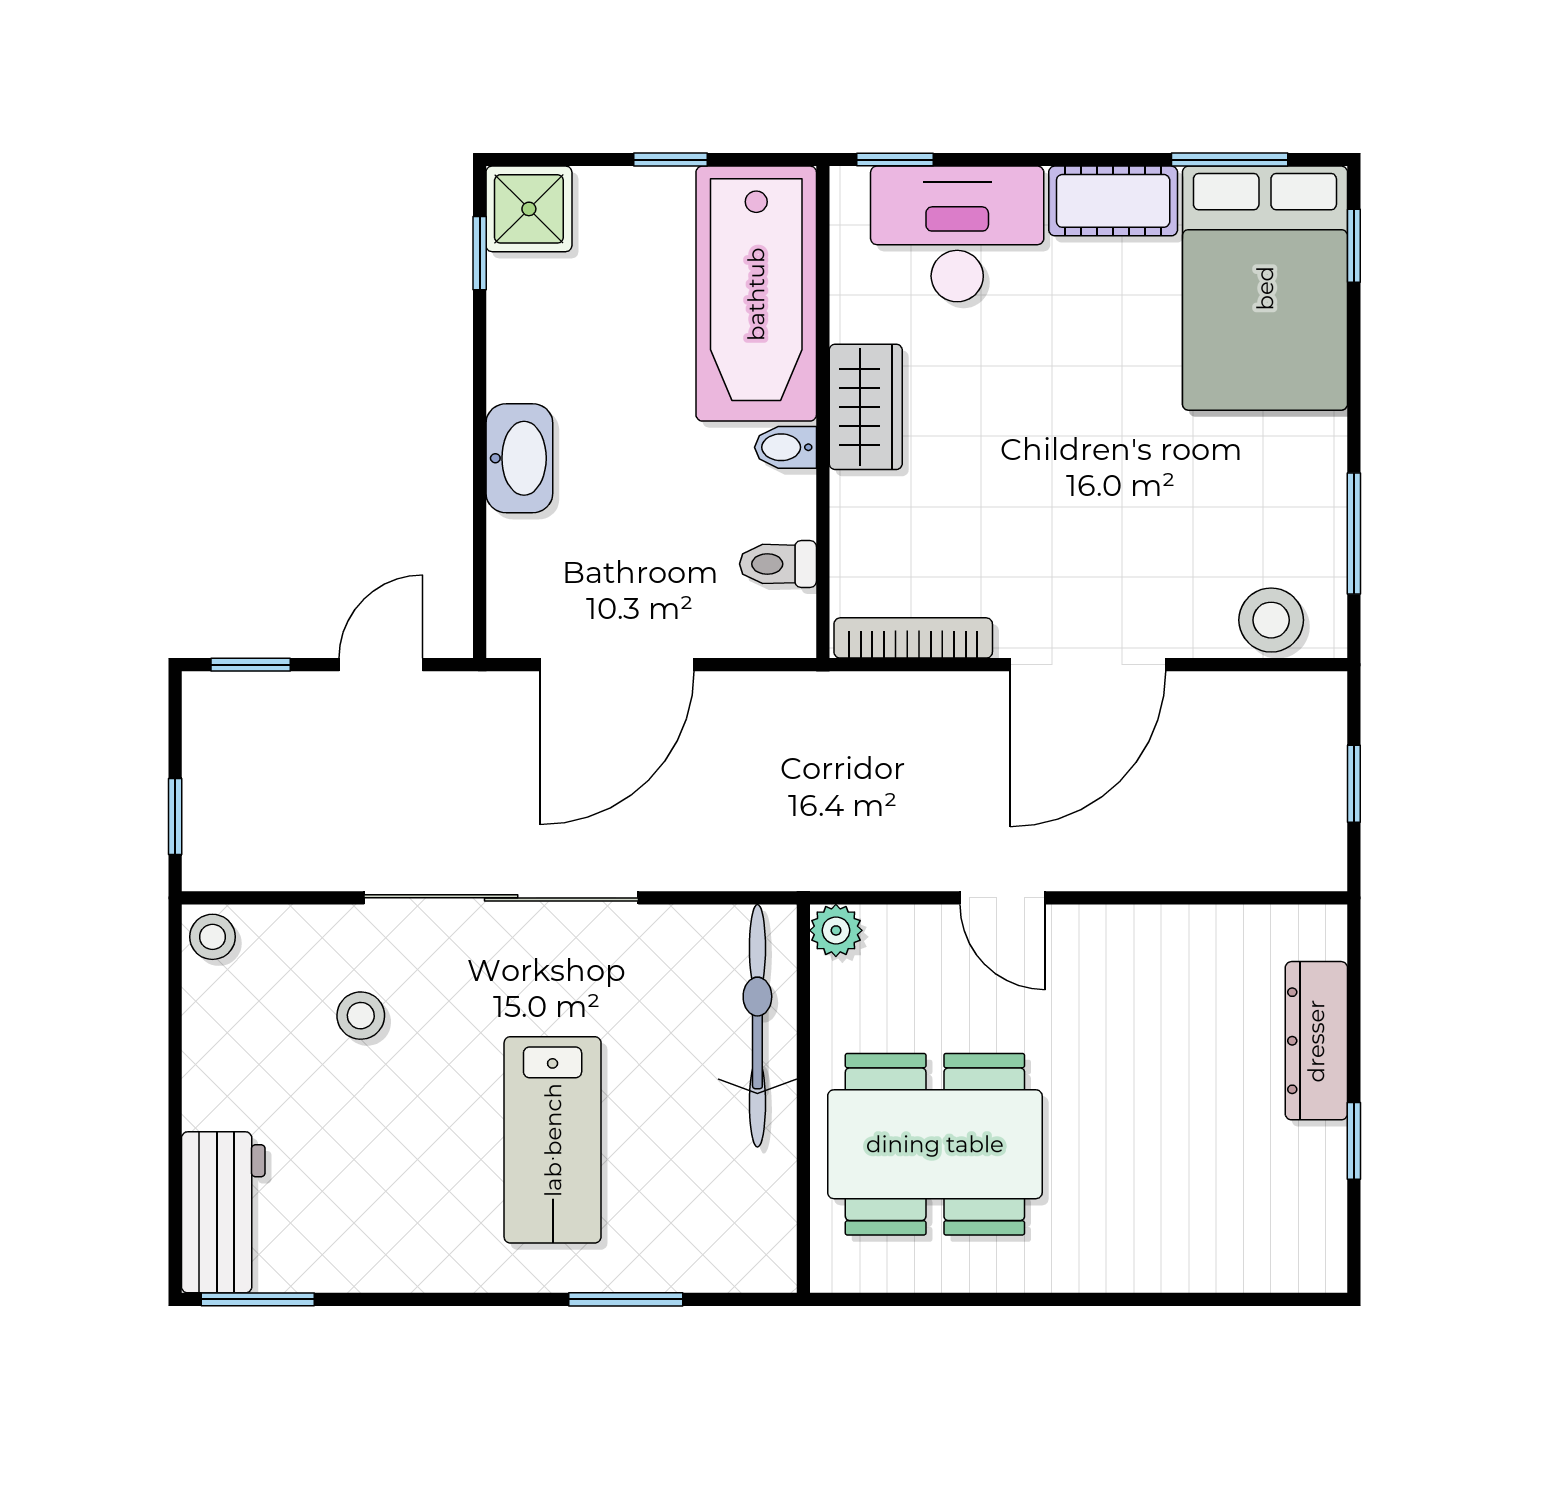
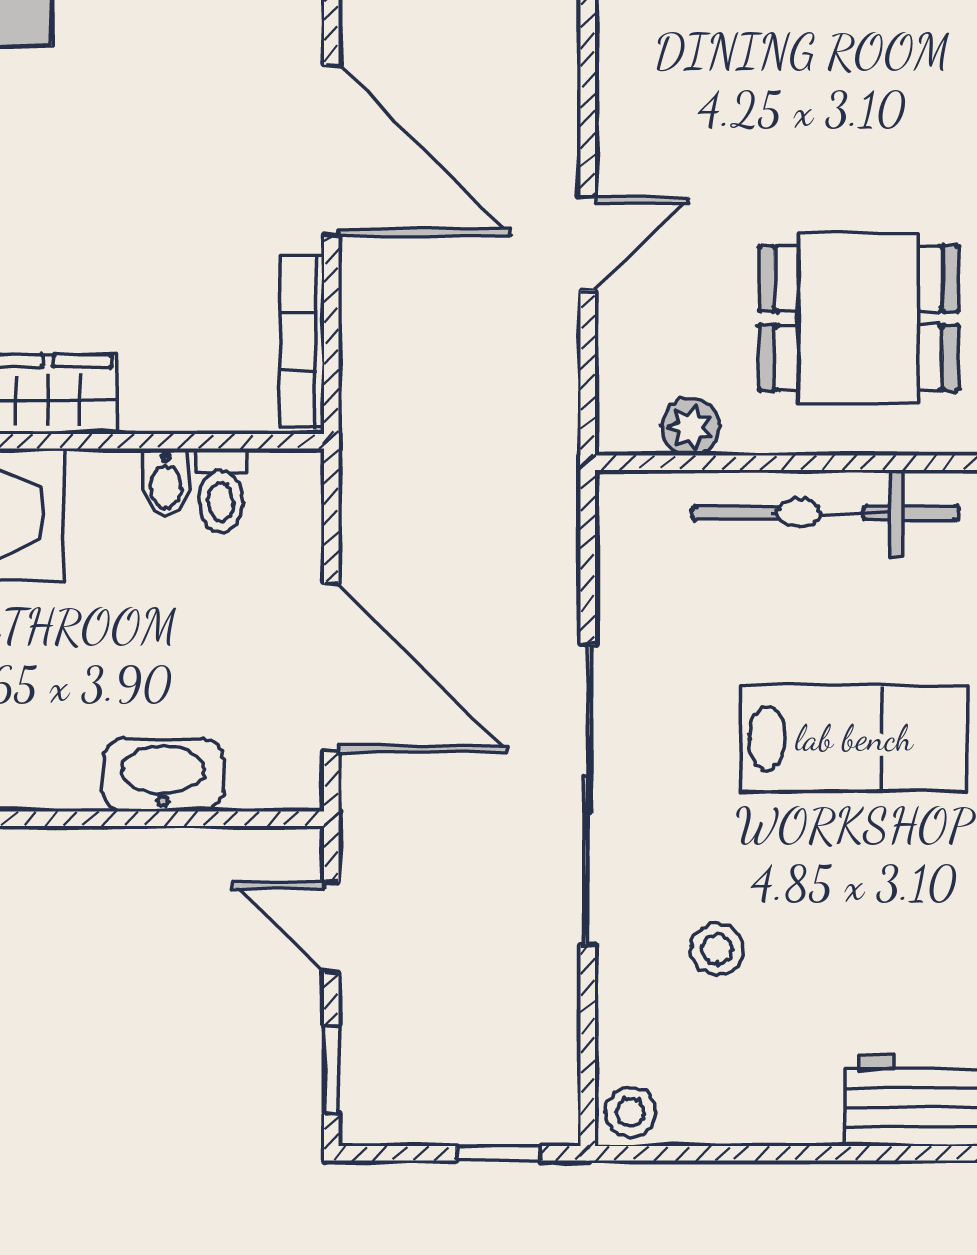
bidet: (785, 447) -> (166, 482), moved
washbasin: (519, 458) -> (163, 775), moved
plant: (836, 930) -> (690, 427), moved
bicycle: (757, 1026) -> (825, 513), moved
dining table: (935, 1144) -> (858, 318), width x0.73

